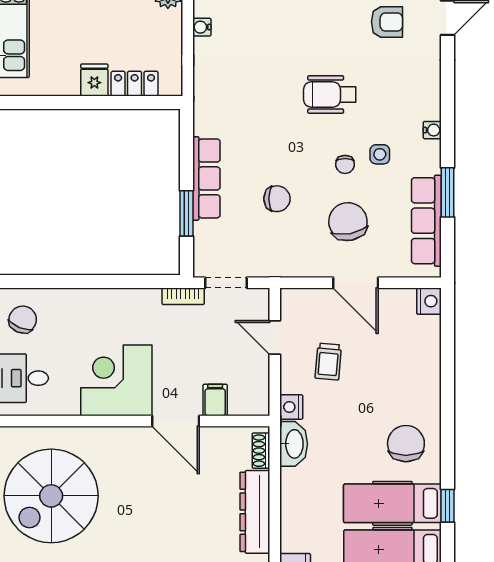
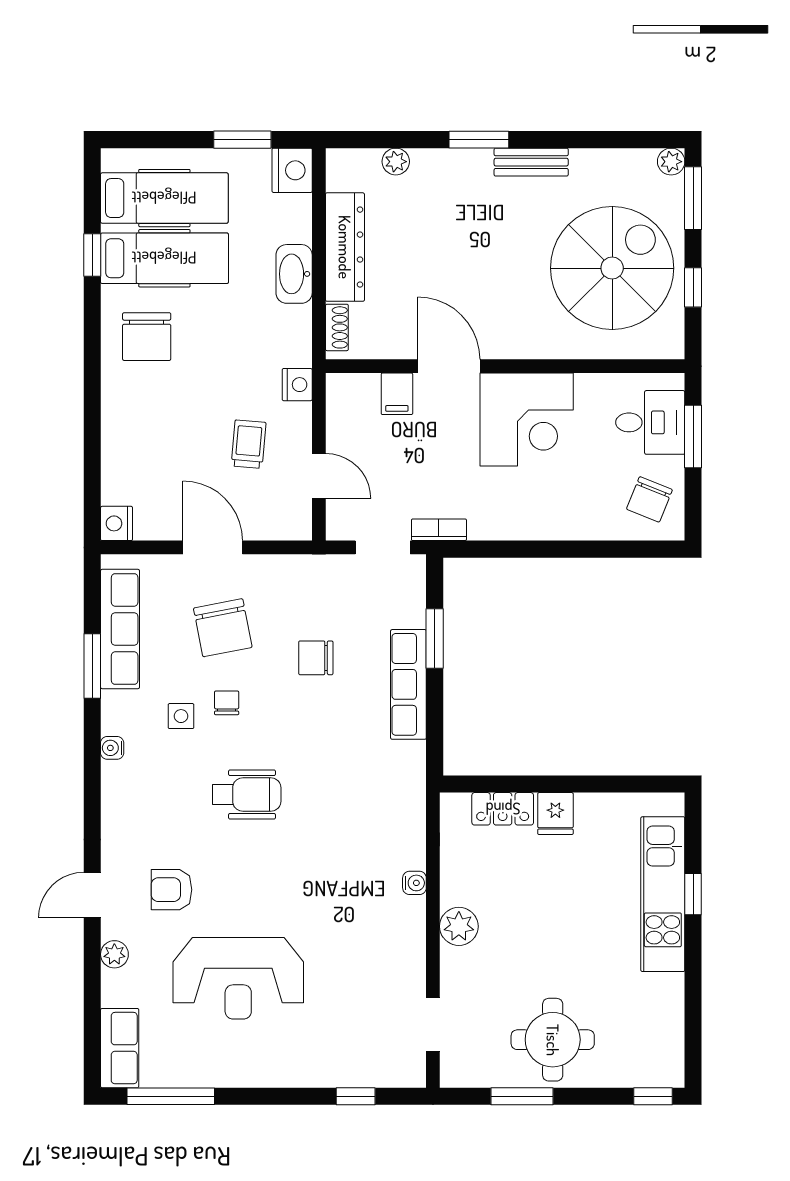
washbasin: (294, 444) -> (294, 274), moved

